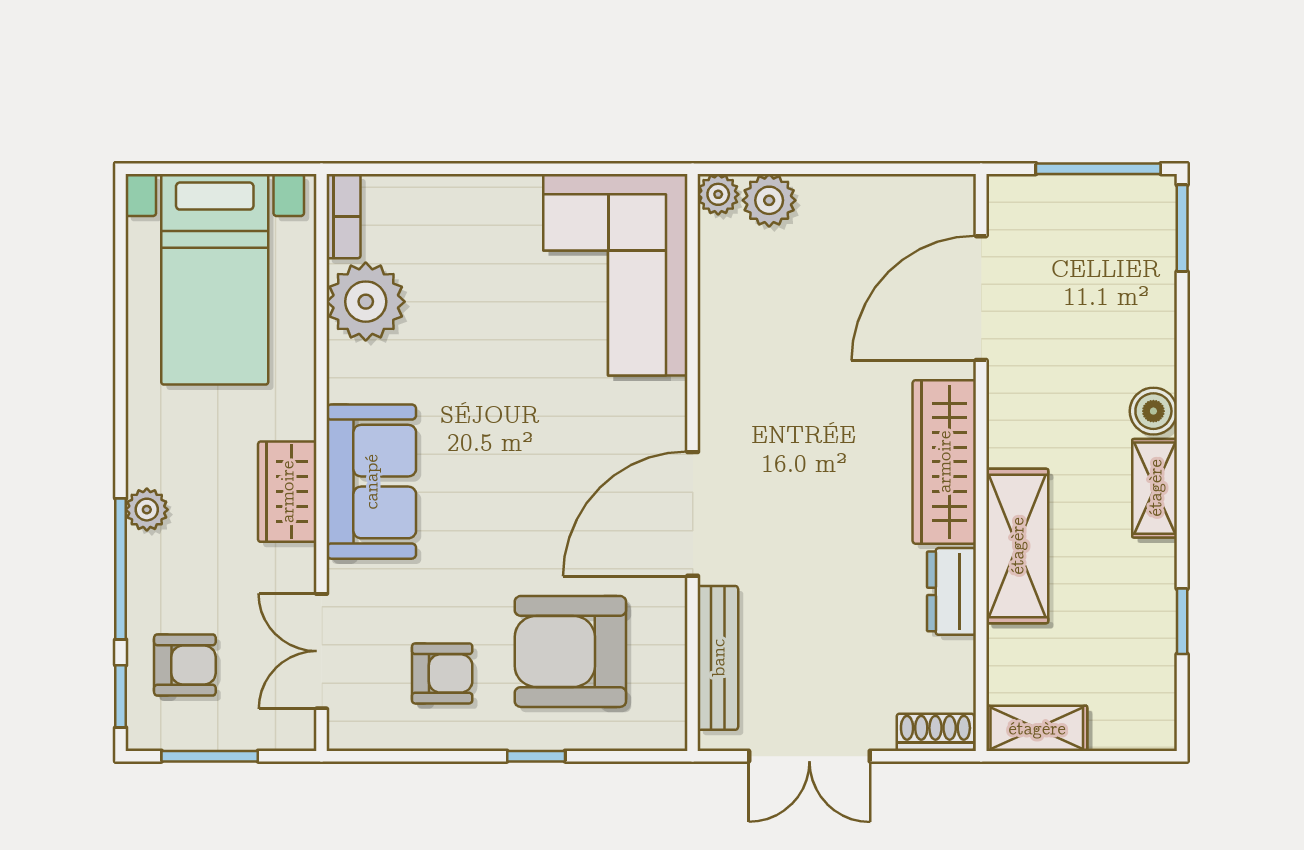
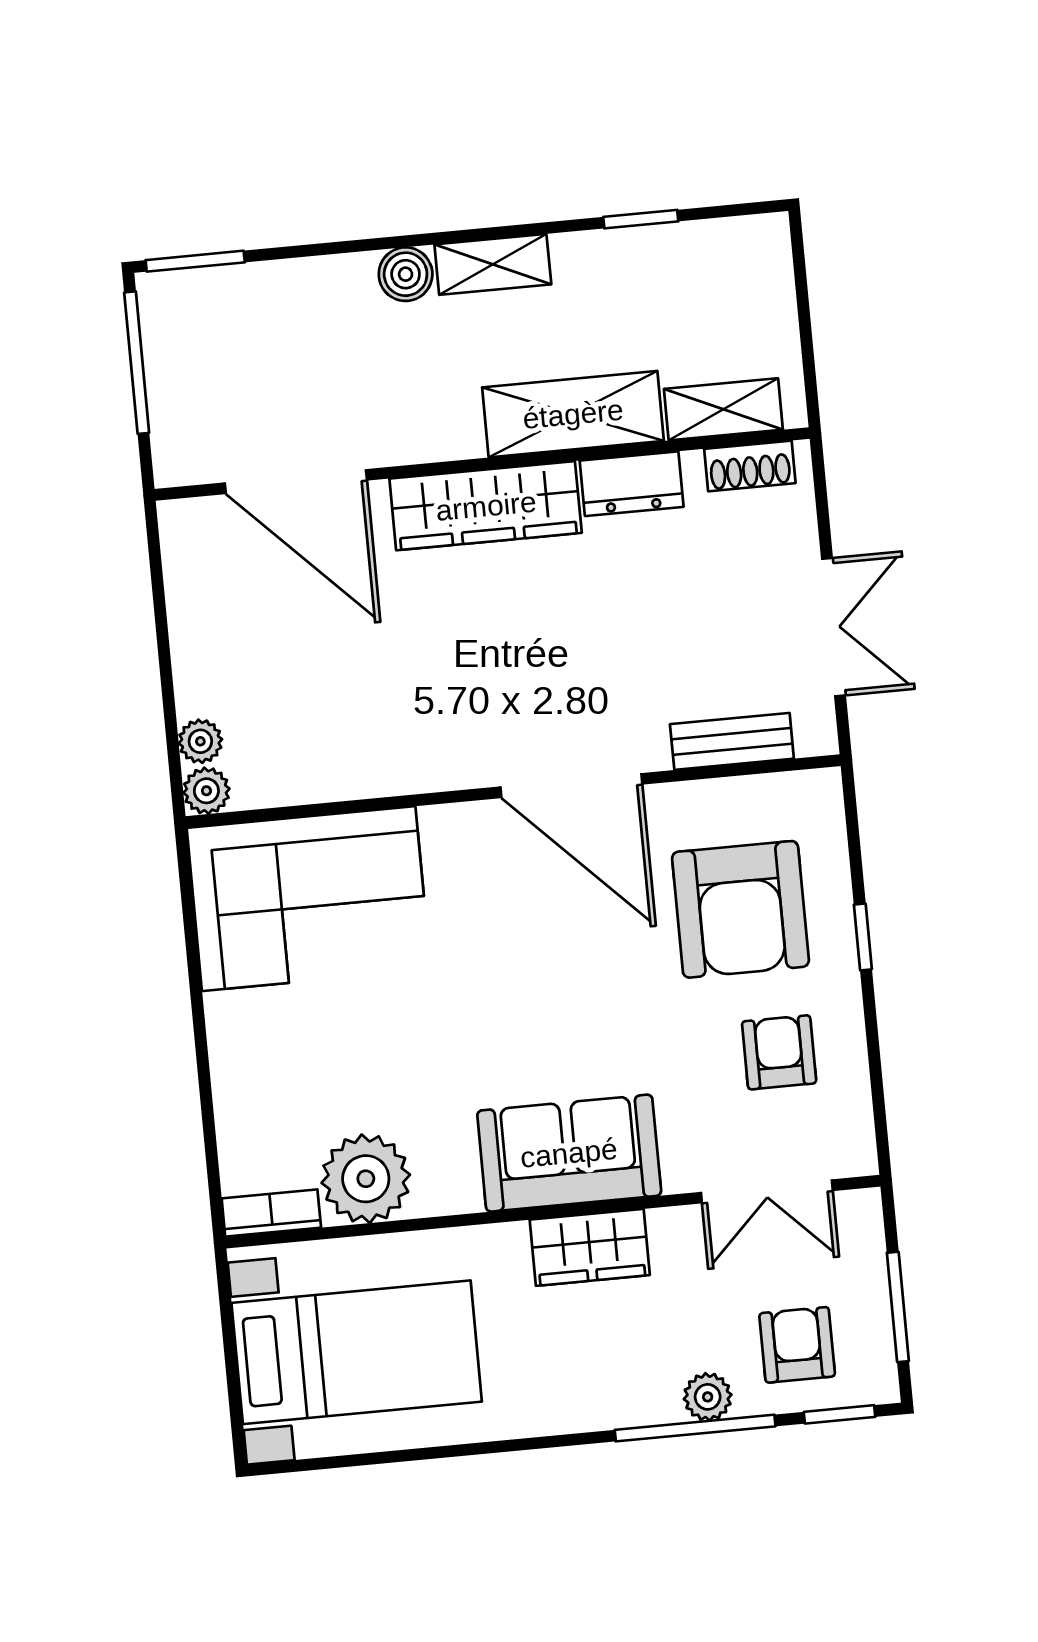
plant: (769, 200) -> (200, 741), width x0.73, depth x0.73
plant: (147, 510) -> (708, 1397), moved
bench: (718, 658) -> (732, 741), width x0.73
shelving: (1037, 728) -> (723, 409), moved, turned 90
shoe rack: (935, 732) -> (750, 466), moved, turned -90

